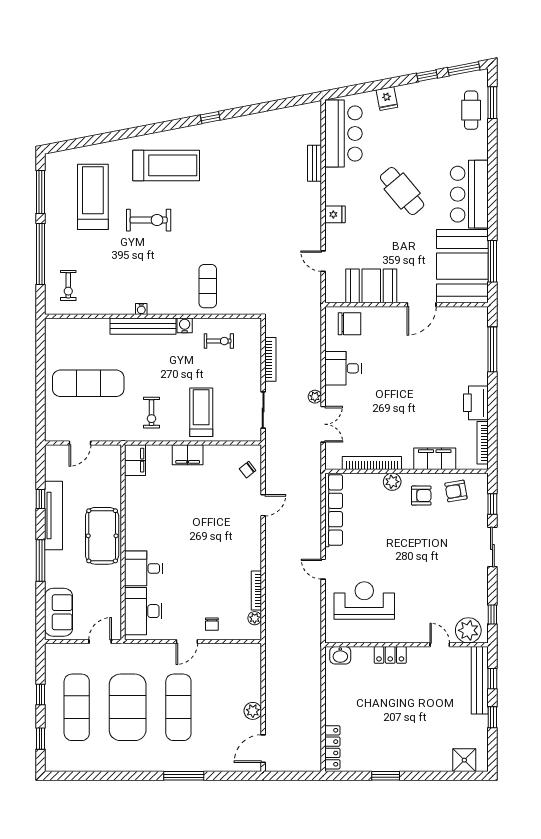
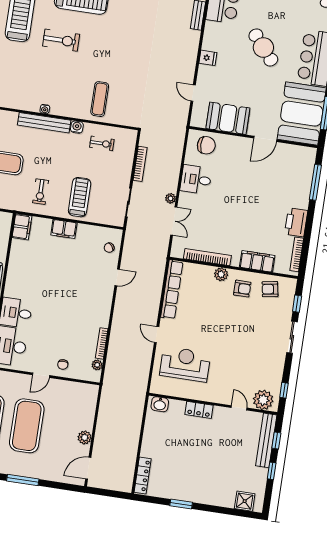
exercise mat: (178, 707) -> (27, 426), width x1.47

